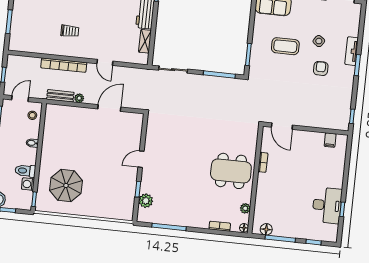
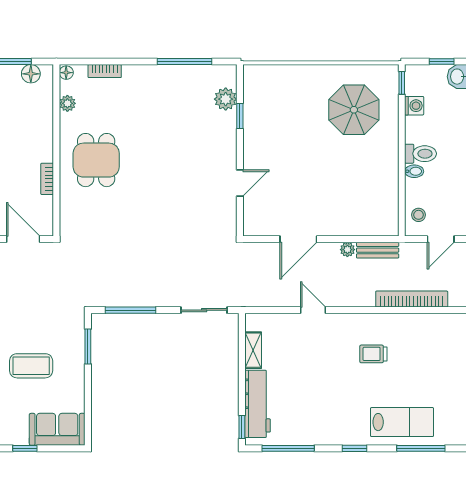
bookcase: (64, 65) -> (412, 299), moved
door: (141, 159) -> (240, 183), moved
toilet: (25, 171) -> (421, 154), moved
dining table: (231, 171) -> (96, 160), width x0.73

